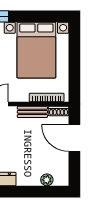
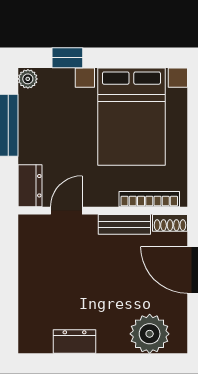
plant: (47, 180) -> (150, 334), width x1.88, depth x1.88

